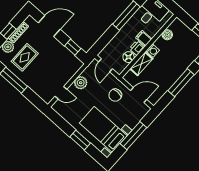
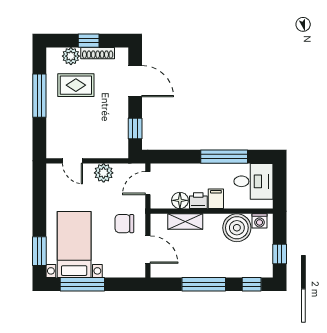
boiler: (167, 35) -> (237, 228), width x1.86, depth x1.86
washing machine: (153, 51) -> (260, 221), moved
window: (133, 136) -> (82, 284), moved
window: (80, 140) -> (39, 251), moved

